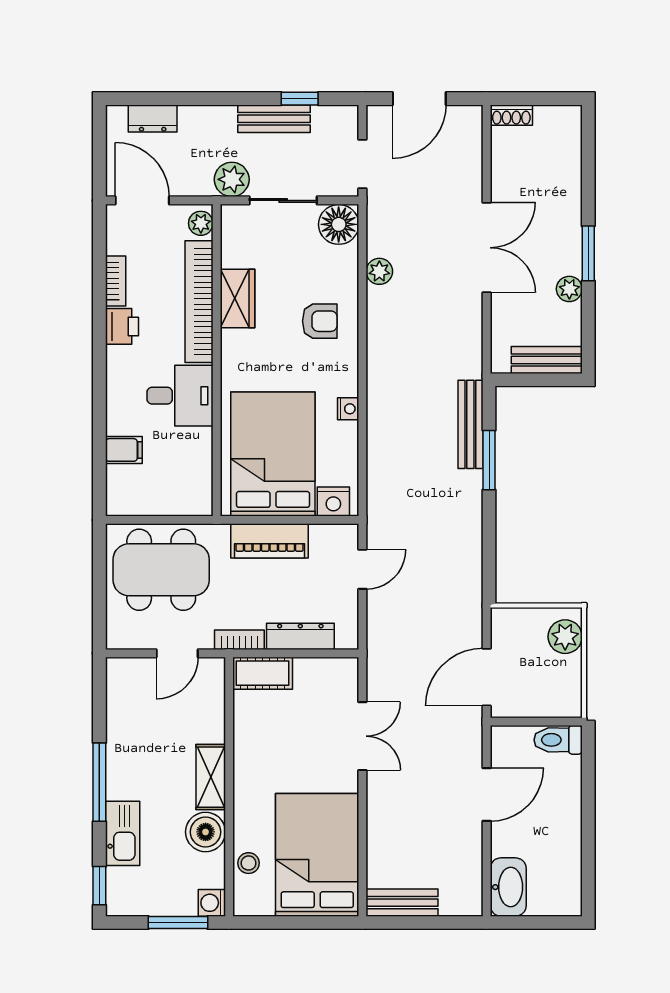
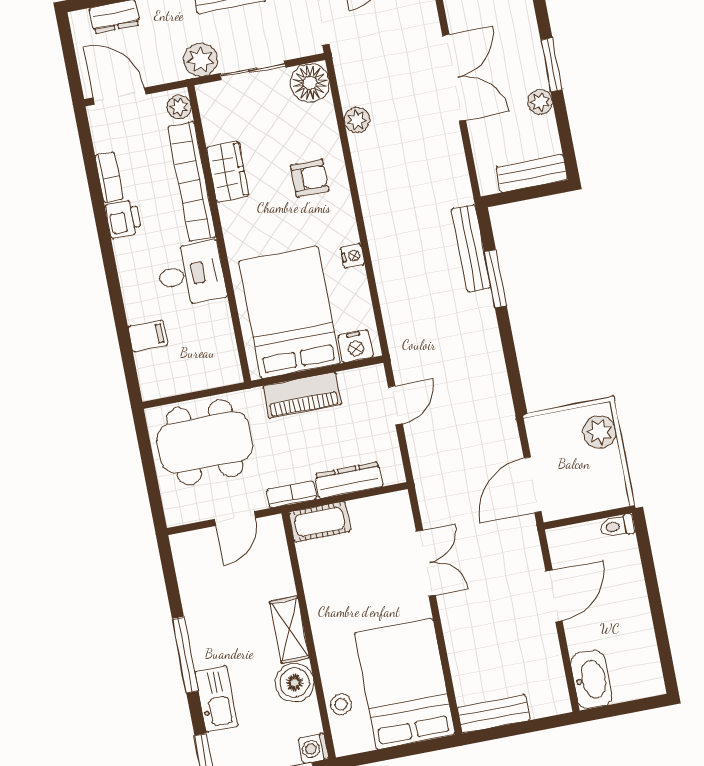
toilet: (558, 740) -> (617, 526), width x0.73, depth x0.72

